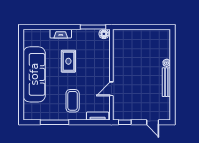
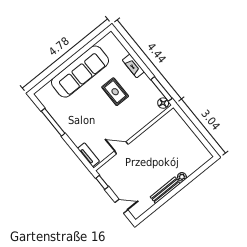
rug: (68, 61) -> (115, 92), turned 90
coffee table: (73, 101) -> (84, 123), removed
door: (153, 122) -> (121, 206), swing flipped

